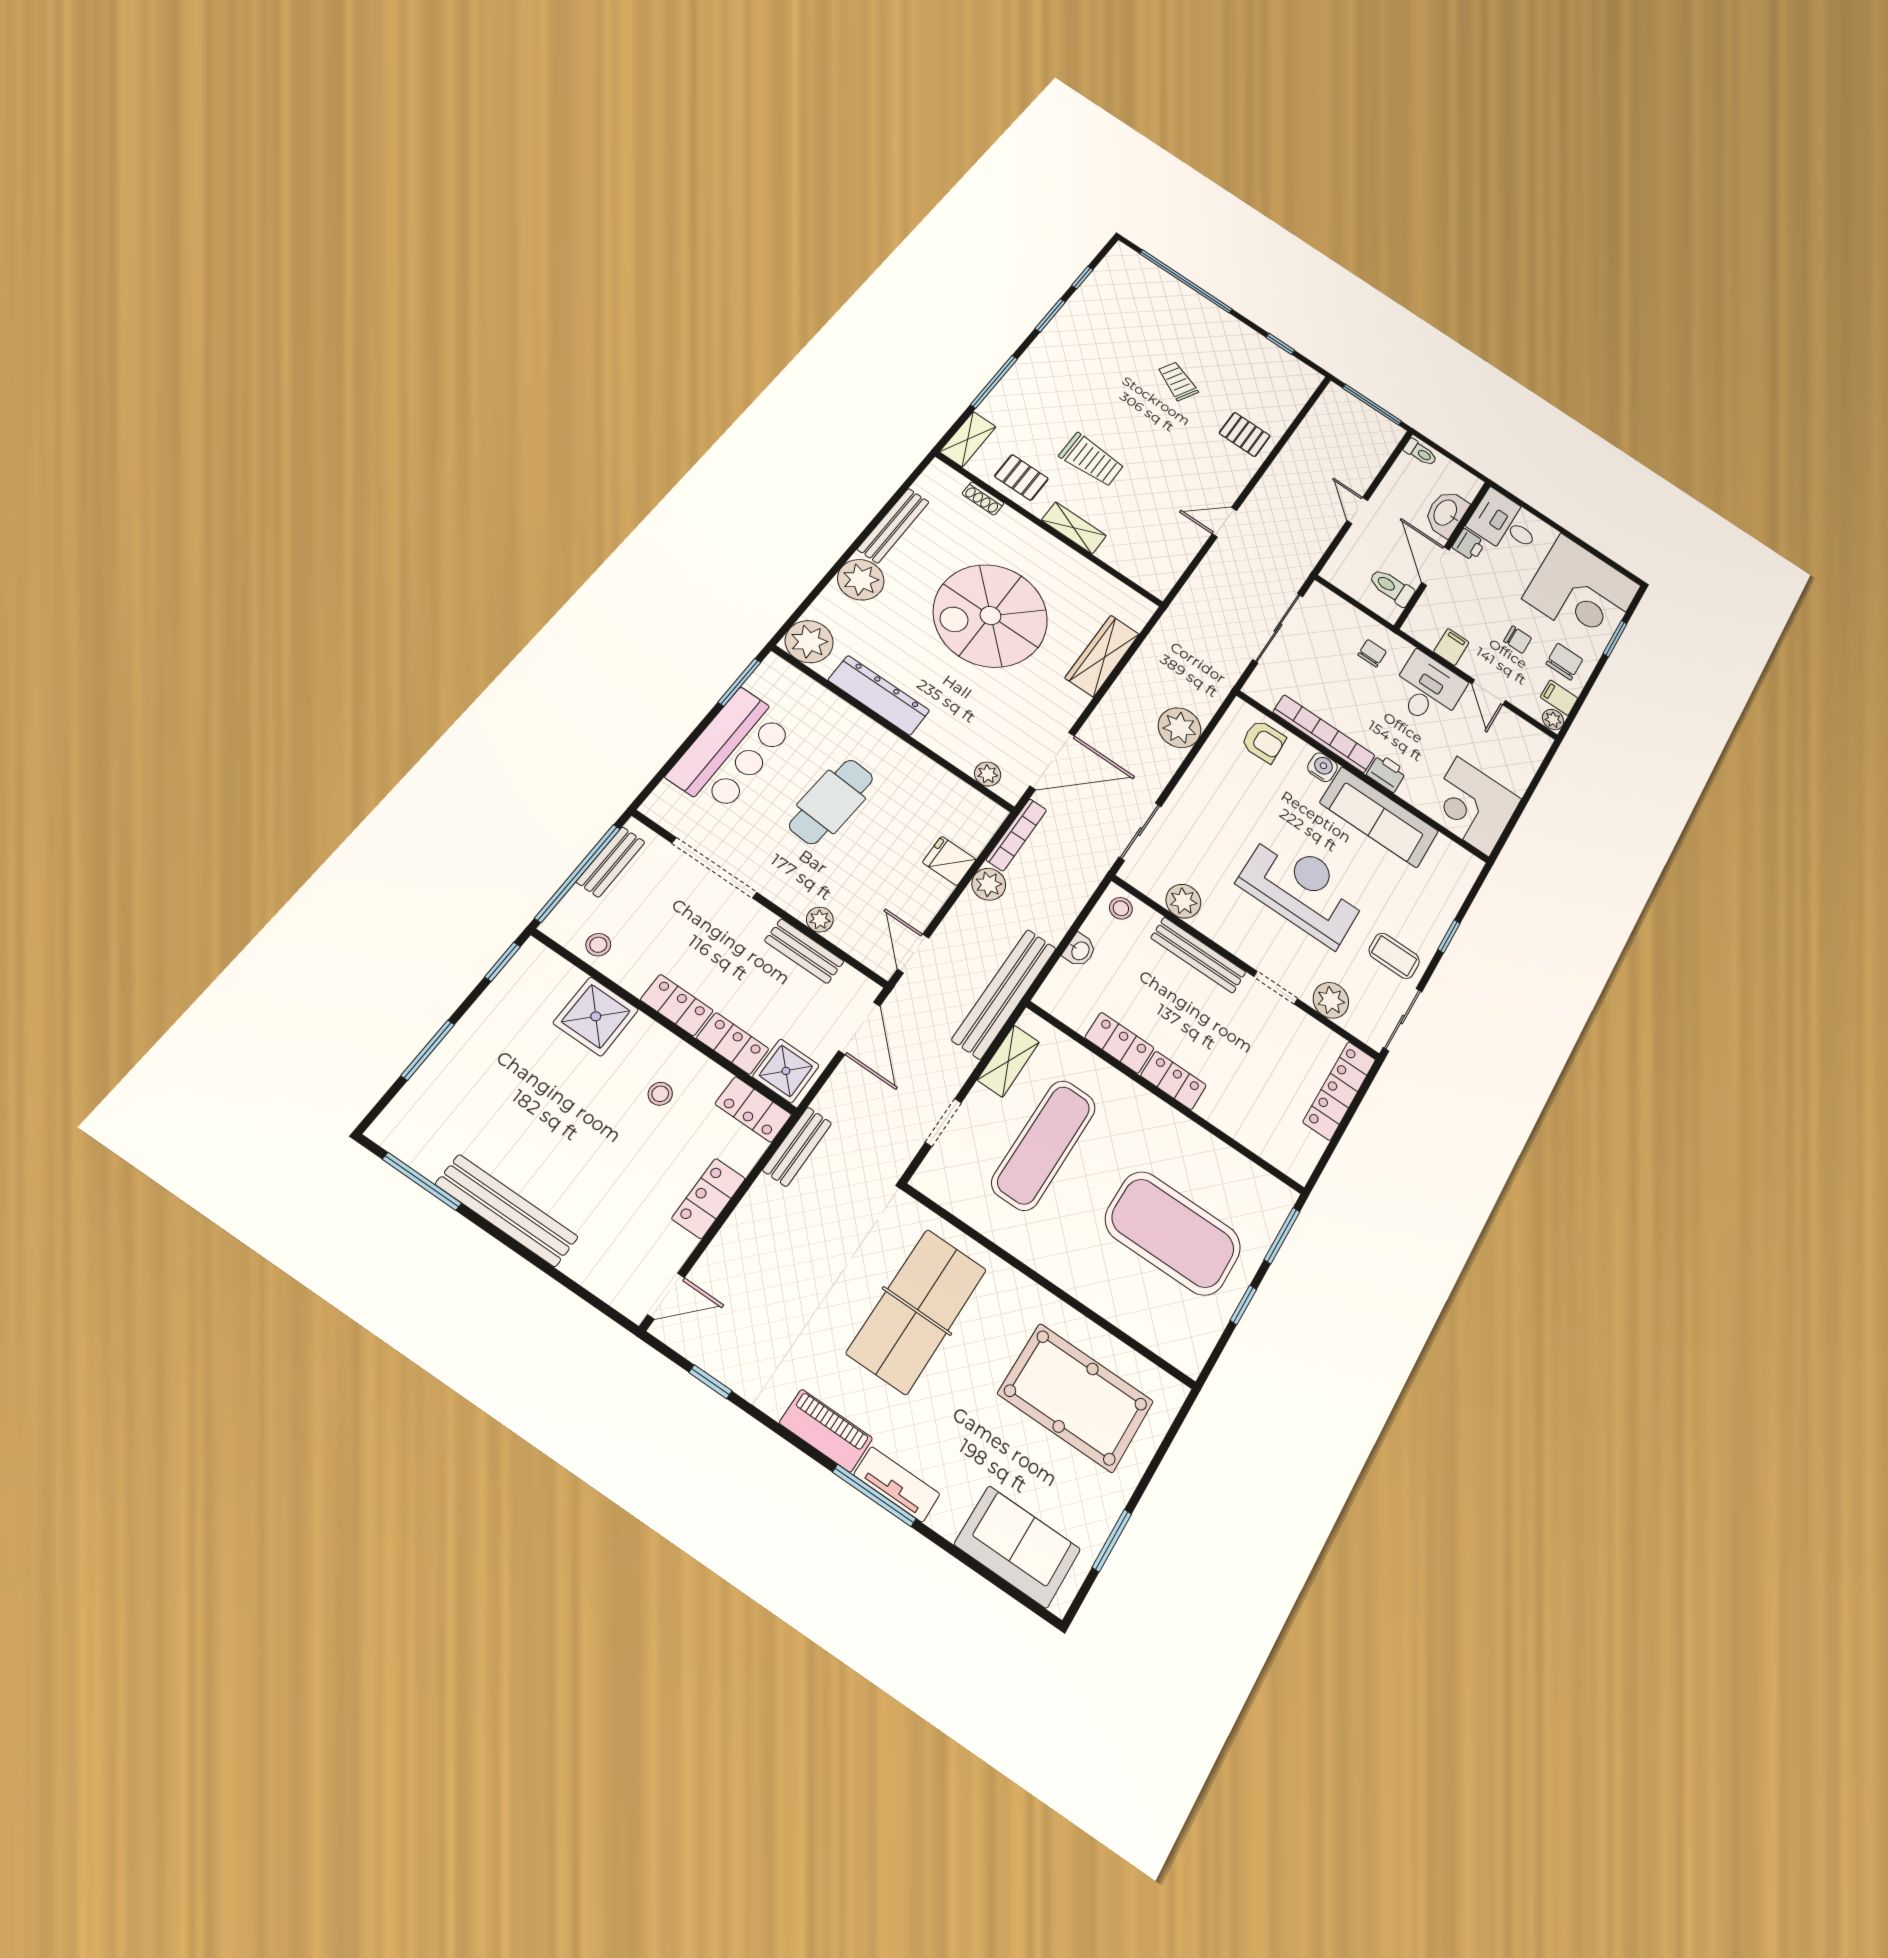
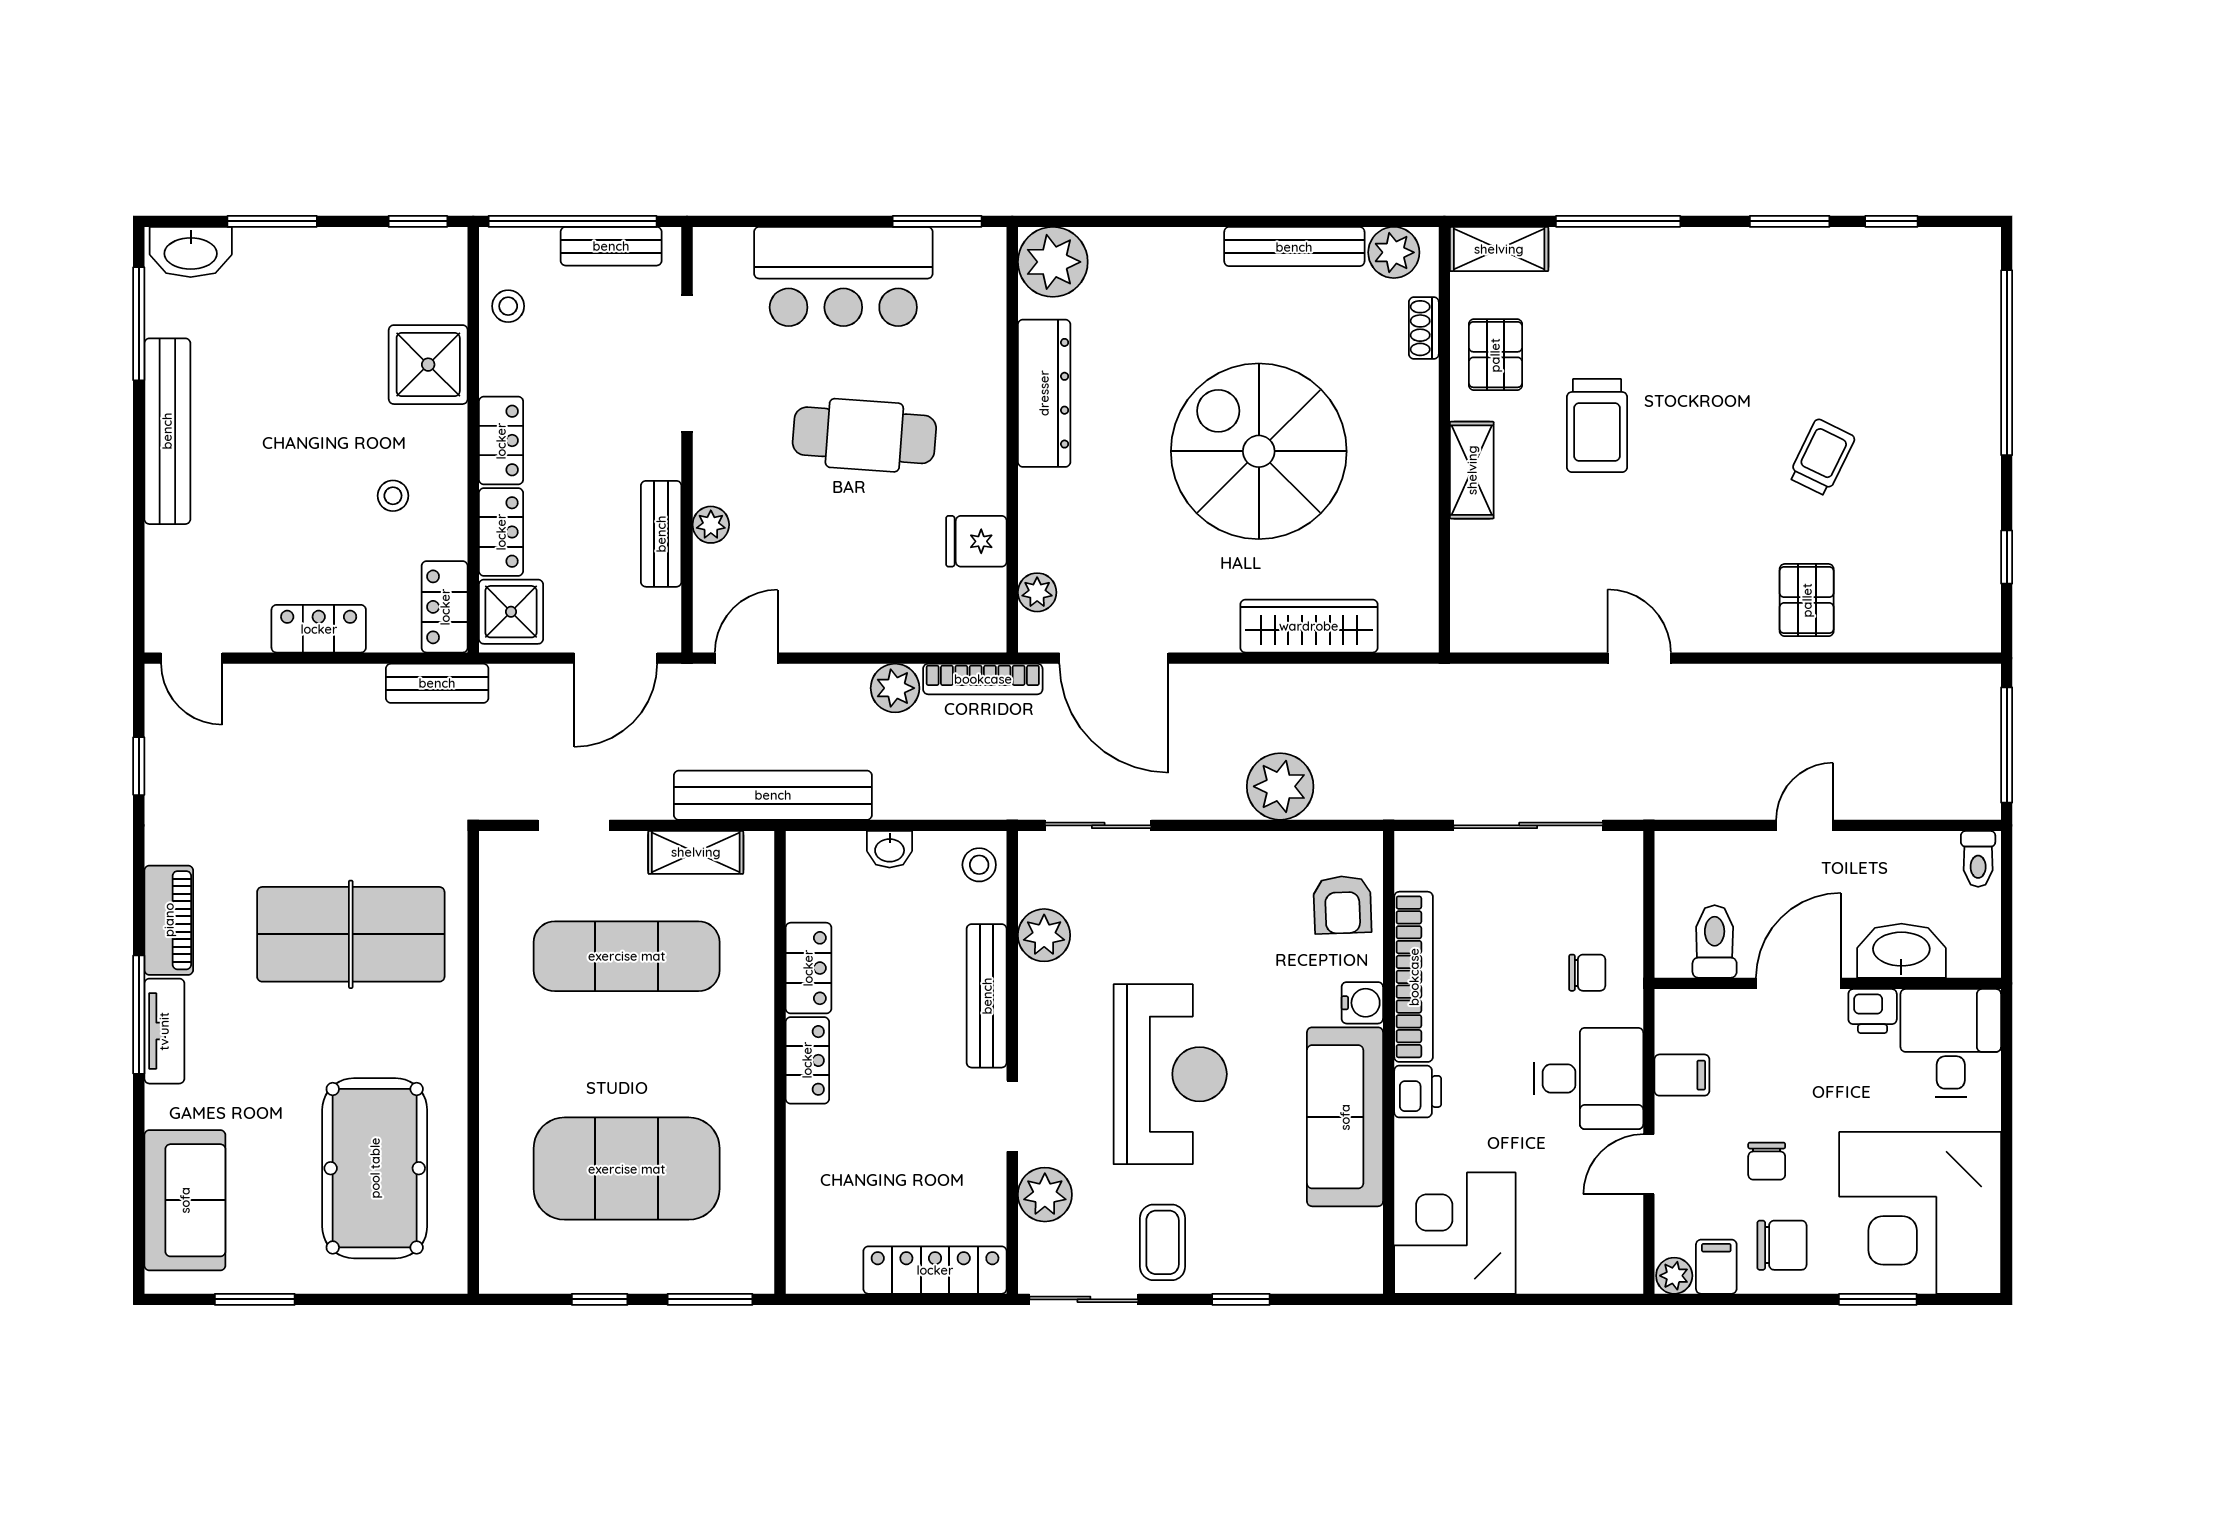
plant: (861, 580) -> (1394, 252), moved, width x0.73, depth x0.73
fridge: (949, 861) -> (976, 541), moved, turned -90
washbasin: (404, 1115) -> (191, 252), added
exercise mat: (1173, 1233) -> (627, 1169), turned 90

